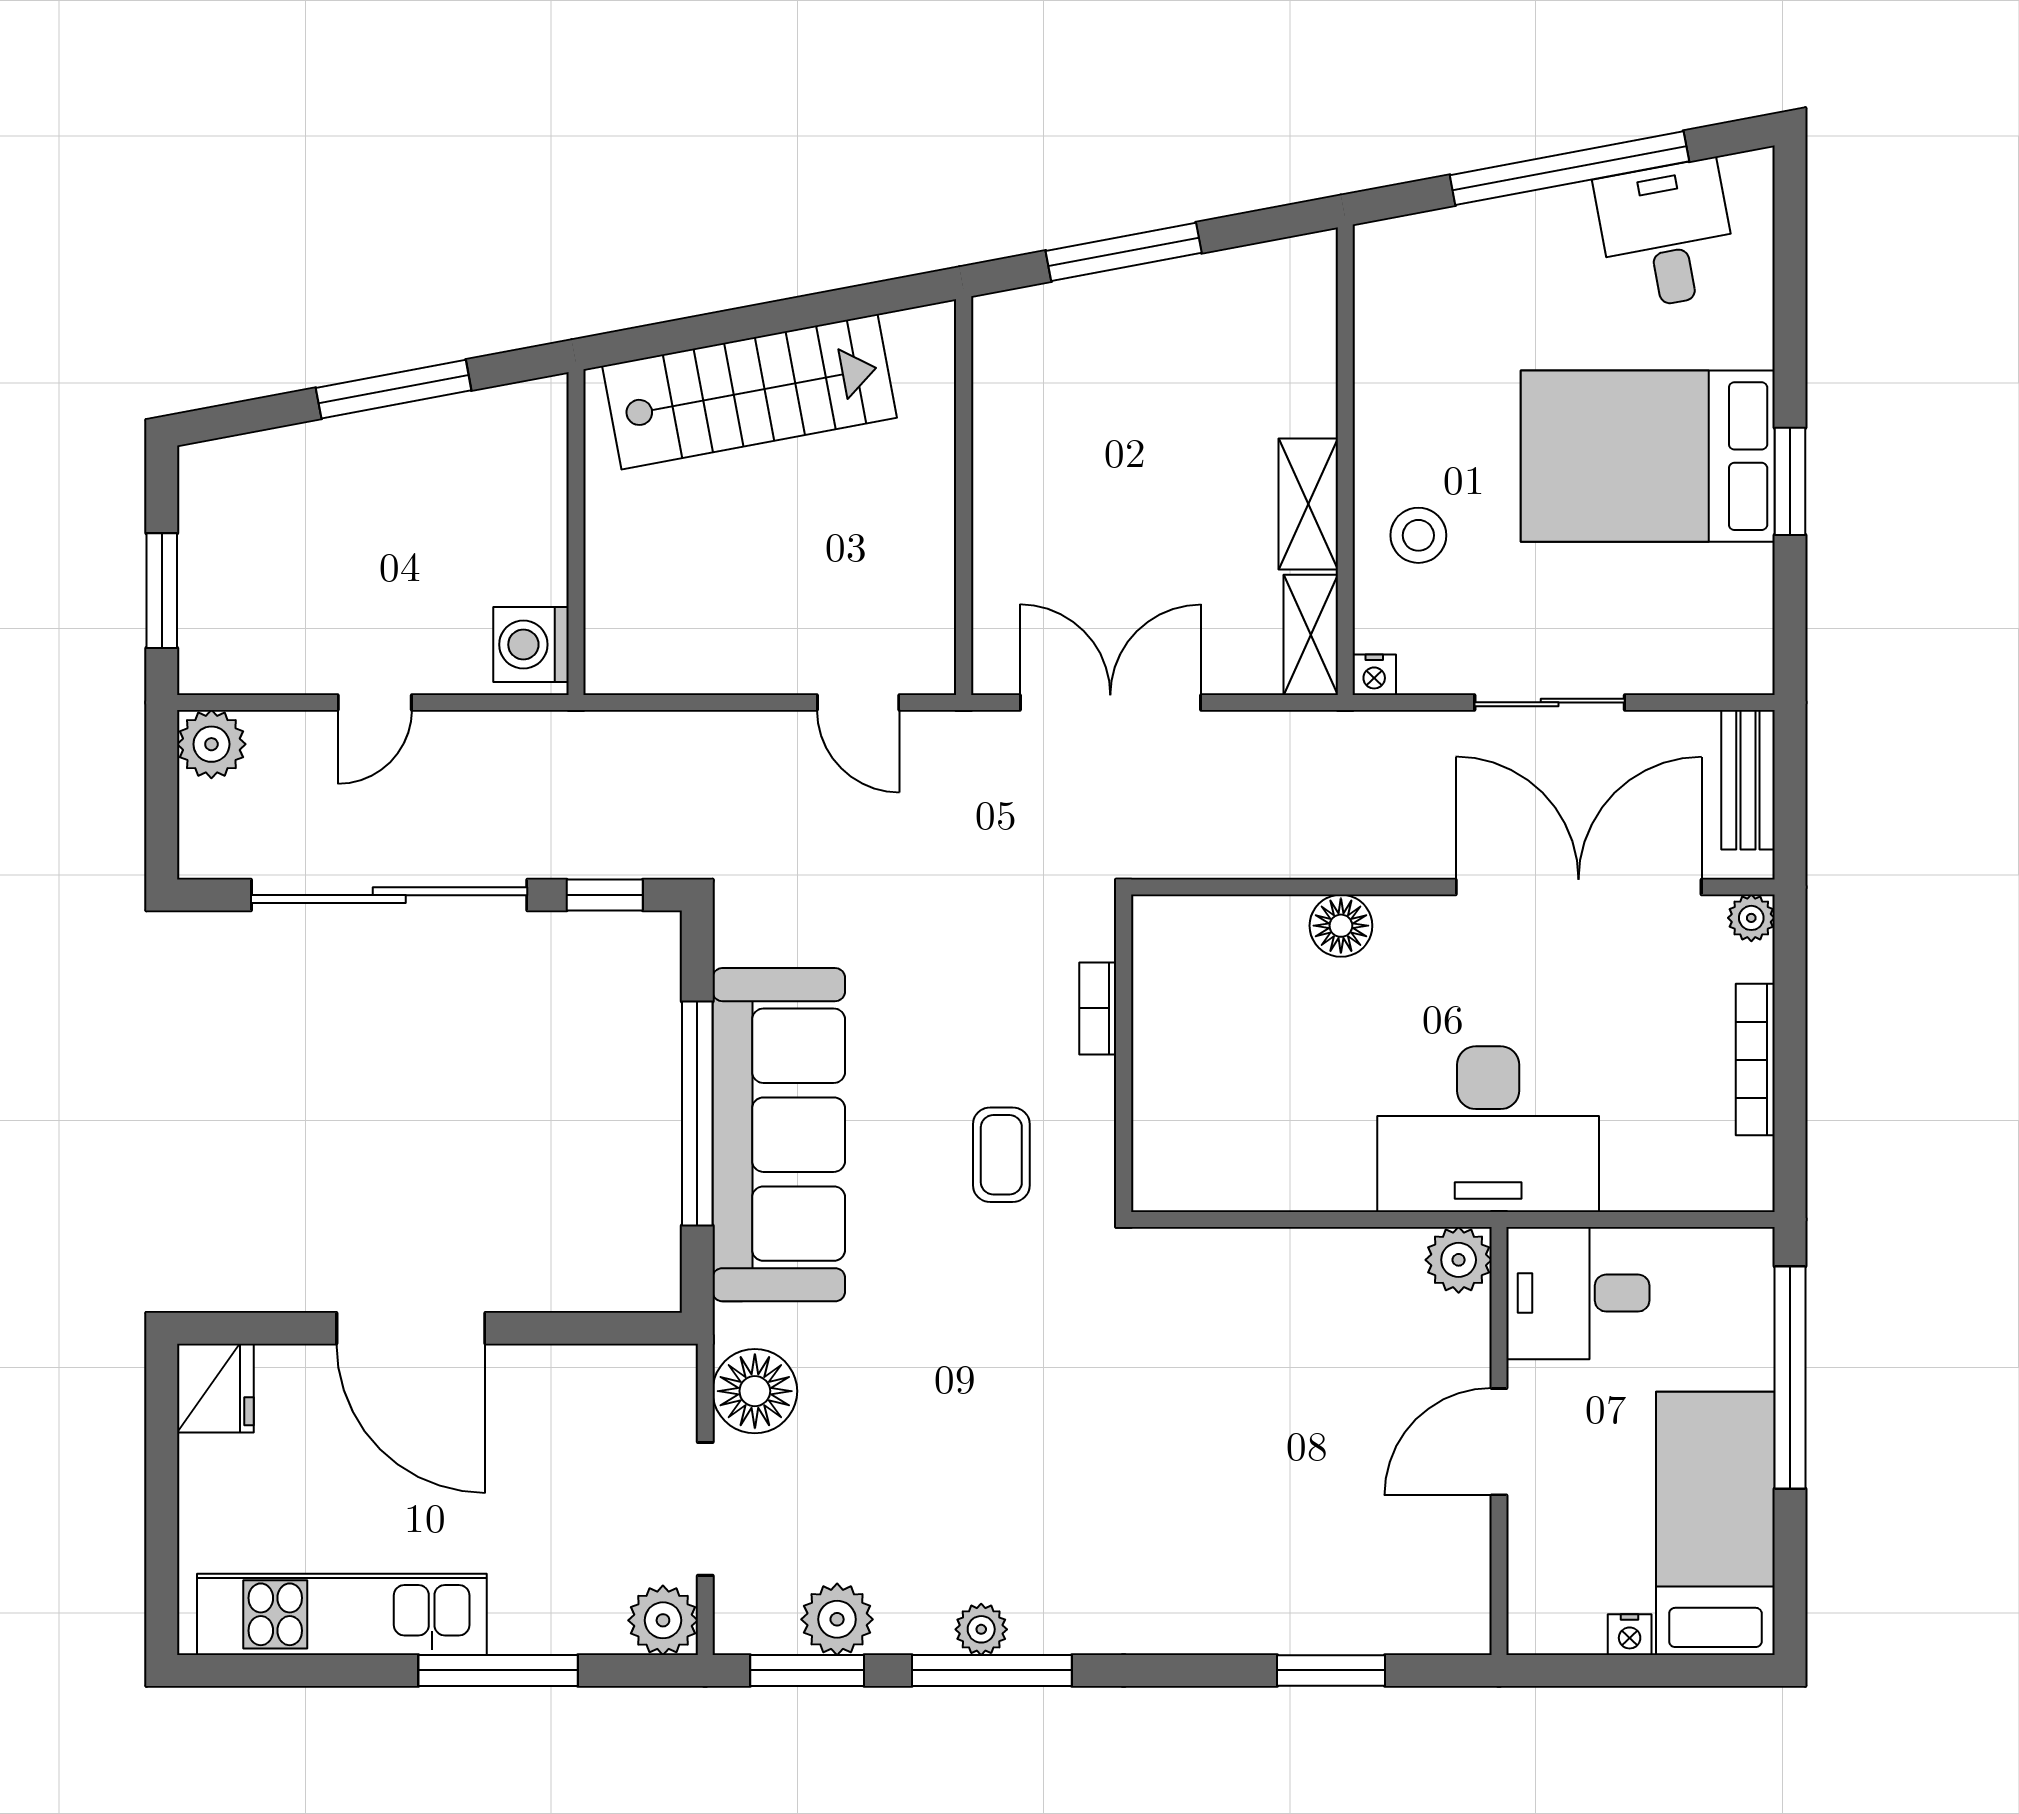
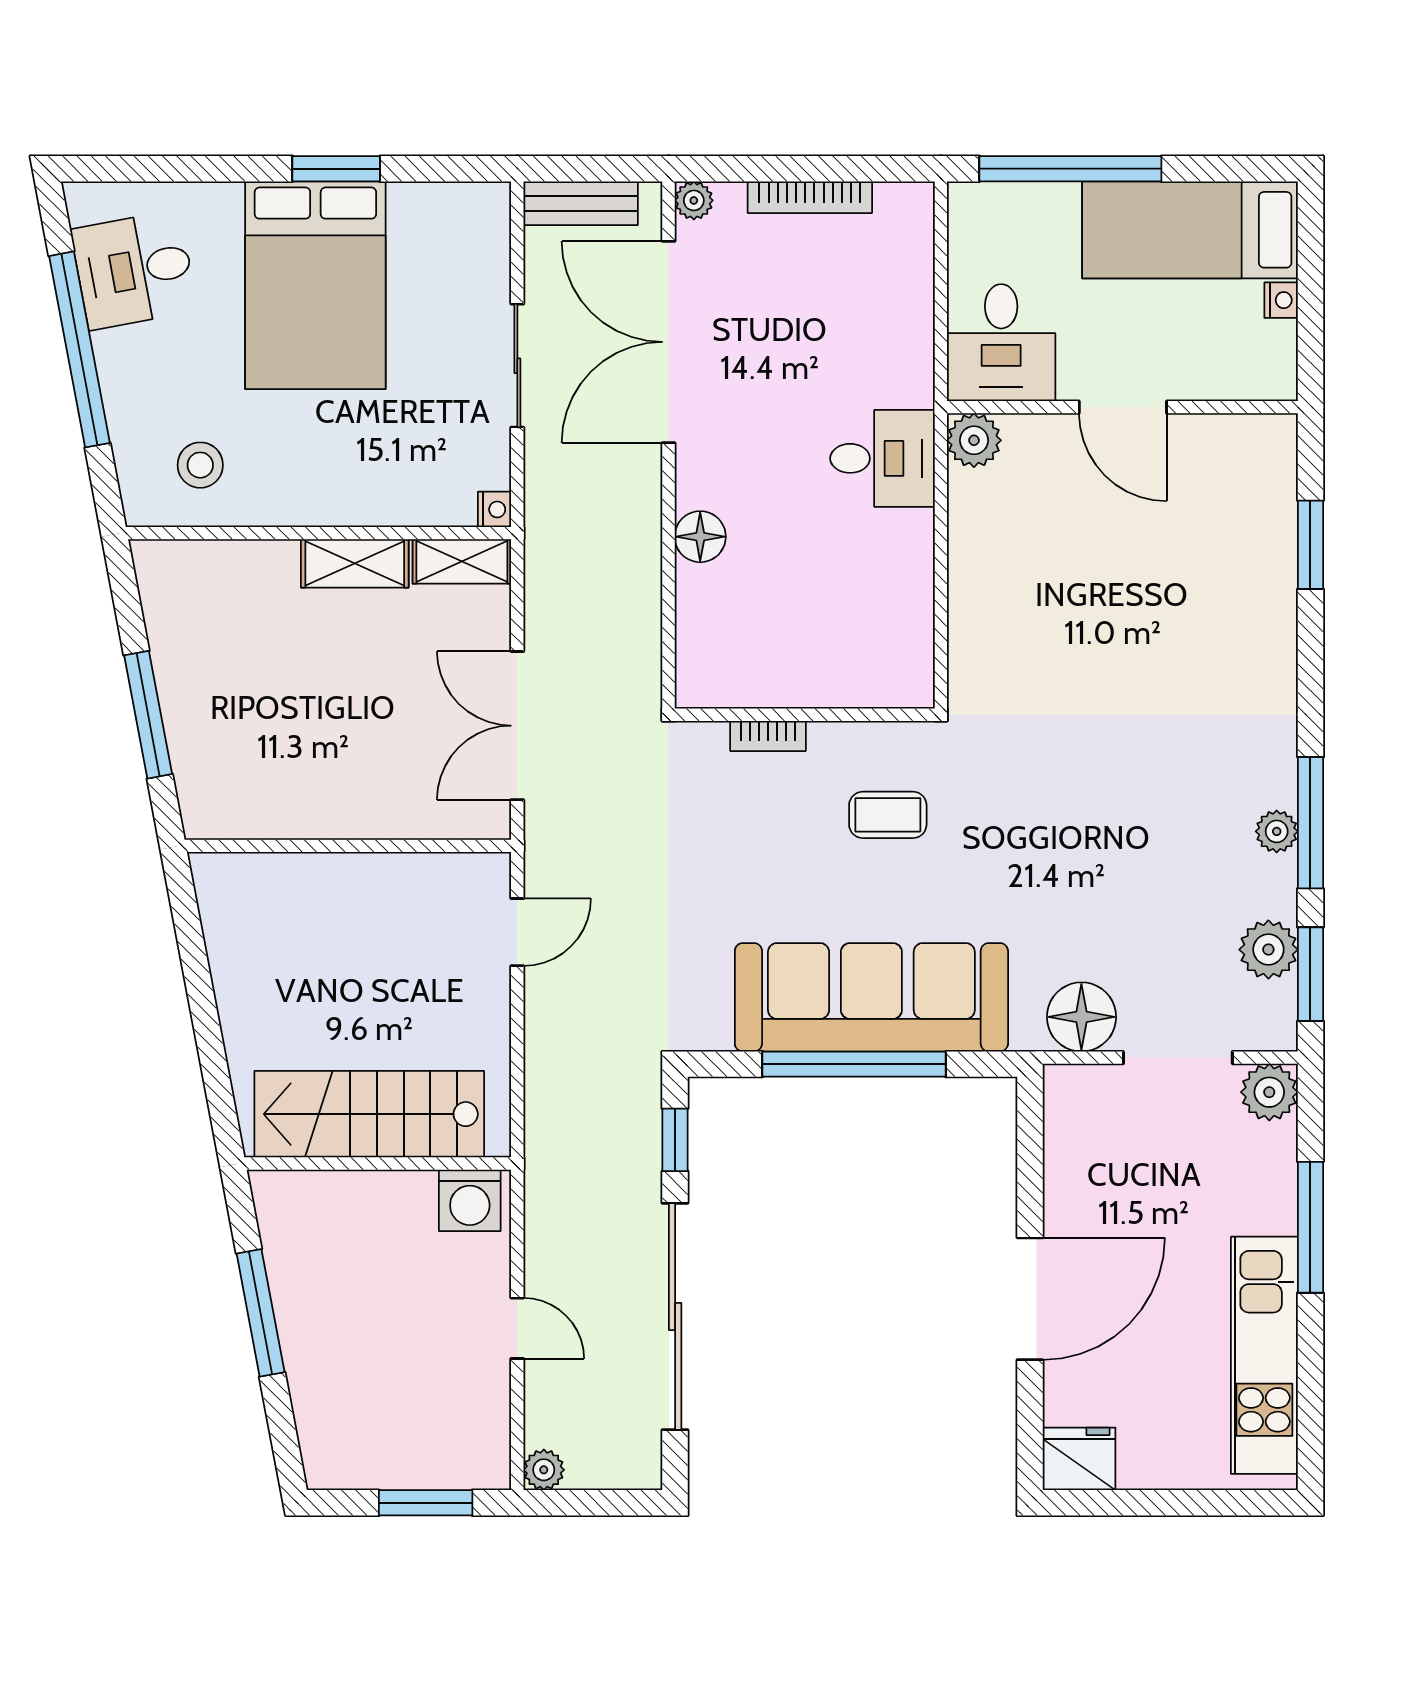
stairs: (749, 392) -> (369, 1114), moved, turned -79
stool: (1418, 535) -> (200, 465), moved
plant: (211, 744) -> (544, 1470), width x0.73, depth x0.73
desk: (1488, 1129) -> (882, 458), width x0.53, depth x0.77

